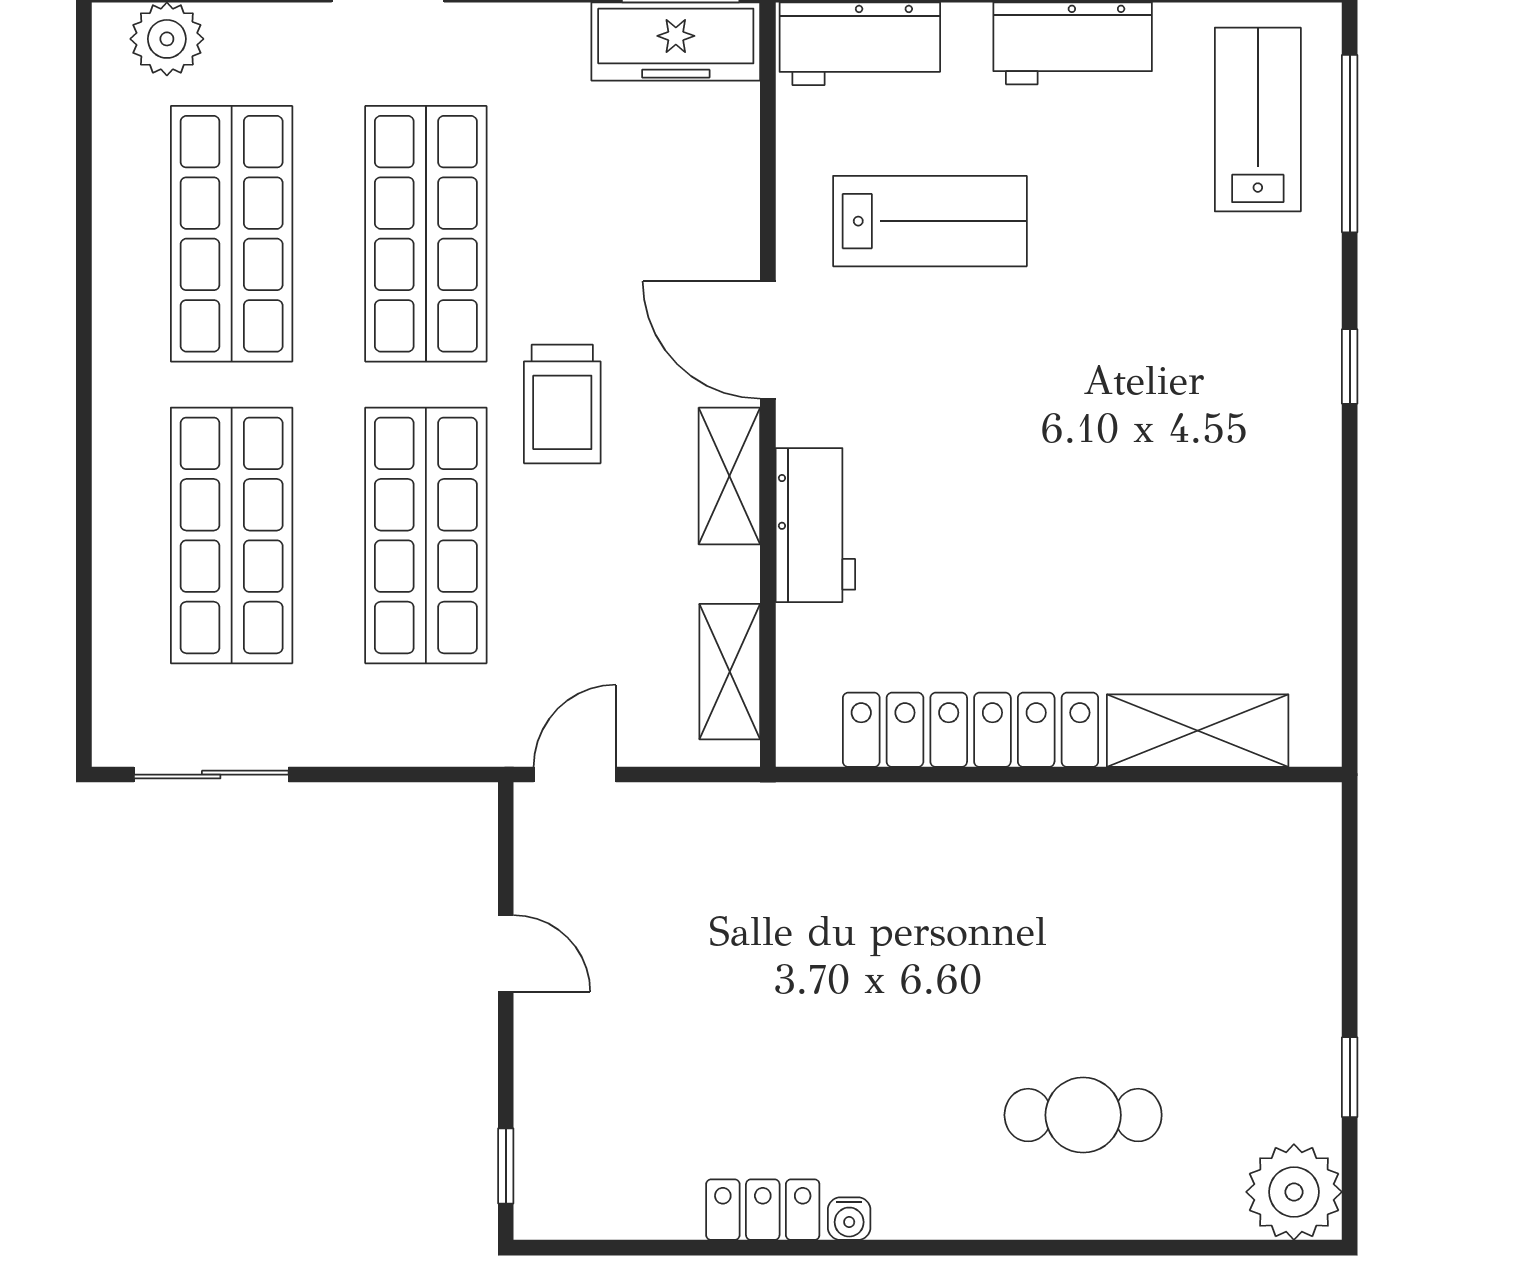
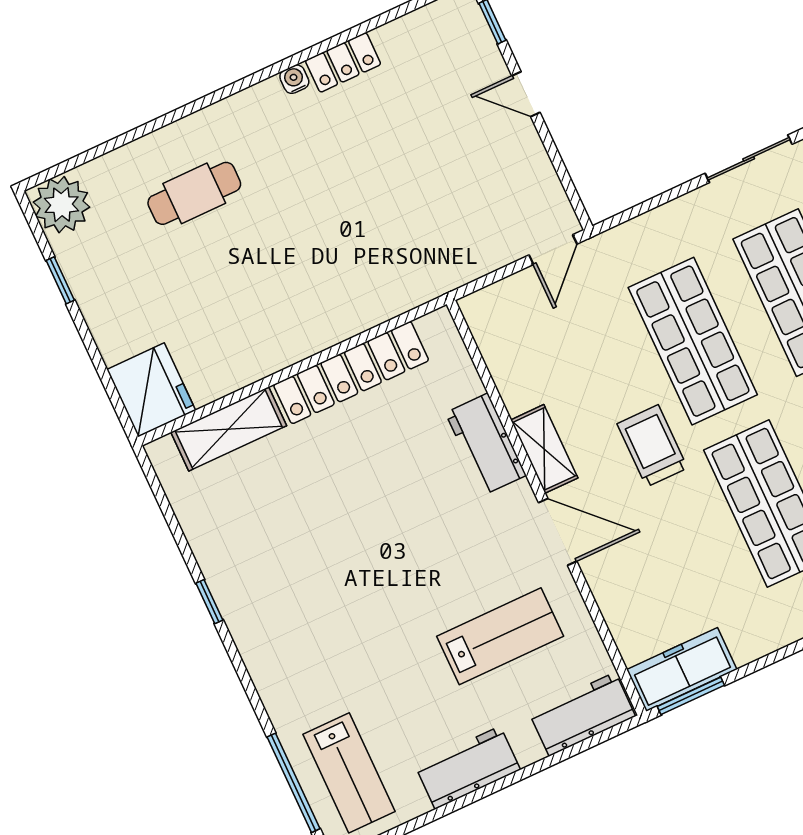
lab bench: (930, 221) -> (500, 636), turned 180
window: (1350, 366) -> (209, 602), moved
shelving: (730, 672) -> (495, 344), removed
fridge: (1289, 845) -> (151, 390), added
door: (506, 953) -> (526, 94), moved

